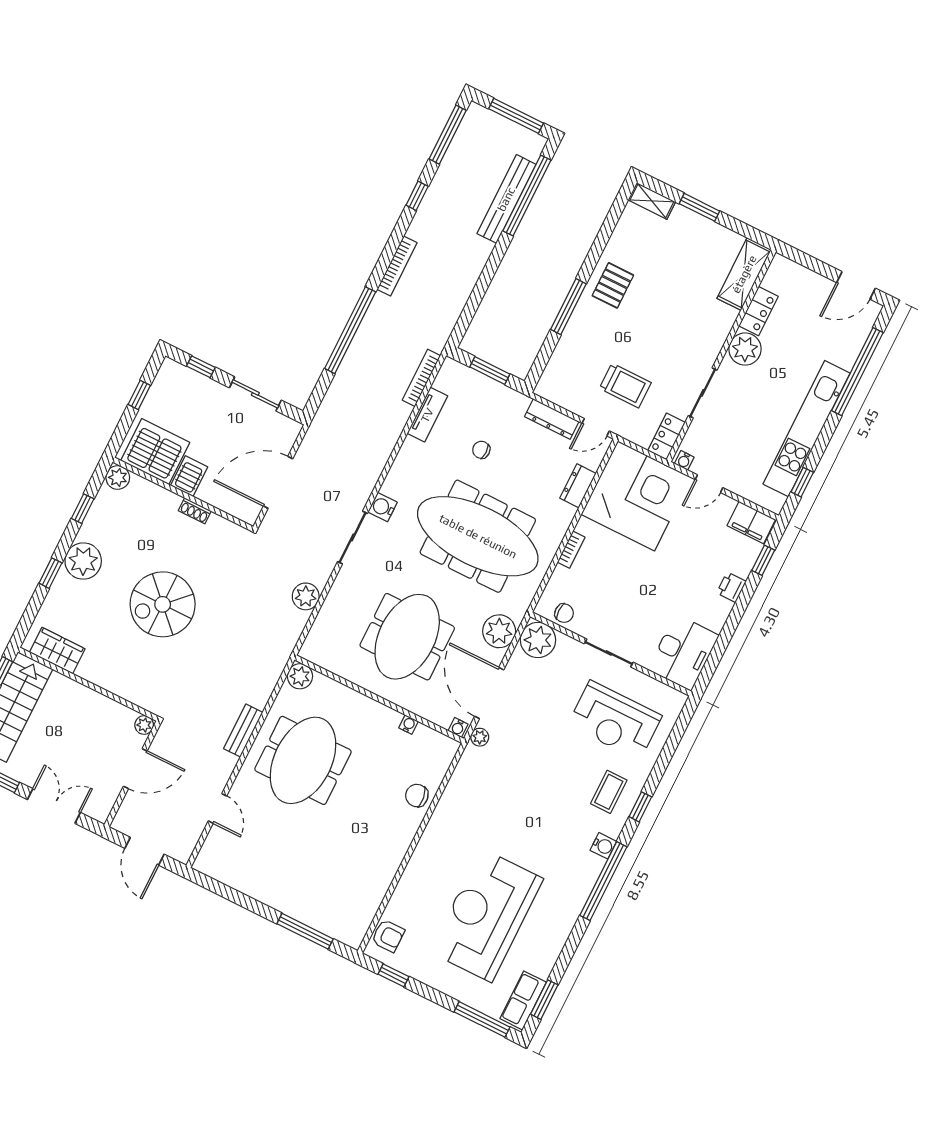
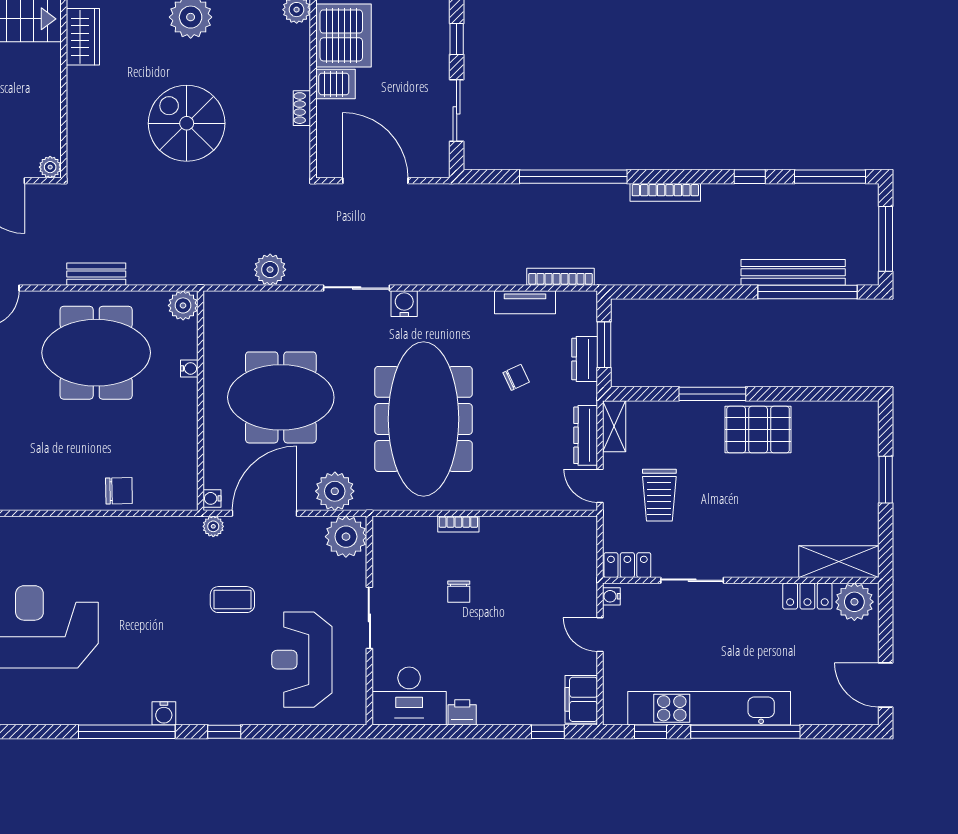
shelving: (652, 201) -> (614, 426), moved
pallet: (613, 285) -> (758, 430), width x1.50, depth x1.42
plant: (745, 349) -> (854, 602), moved
window: (857, 372) -> (745, 732), moved
chair: (481, 450) -> (516, 377), turned 65
dresser: (578, 486) -> (585, 359), moved, turned -90
corner desk: (636, 496) -> (549, 564), removed
printer: (731, 587) -> (462, 712), moved
chair: (564, 613) -> (459, 592), moved
water cooler: (409, 725) -> (189, 368), moved
coffee table: (609, 792) -> (232, 600), moved
chair: (417, 796) -> (119, 491), turned 97

